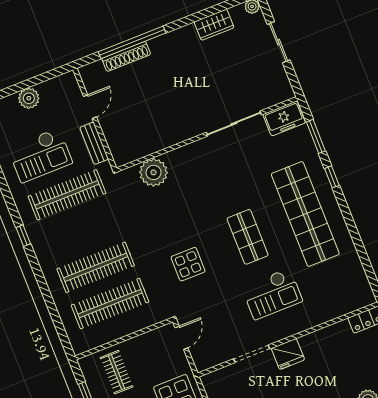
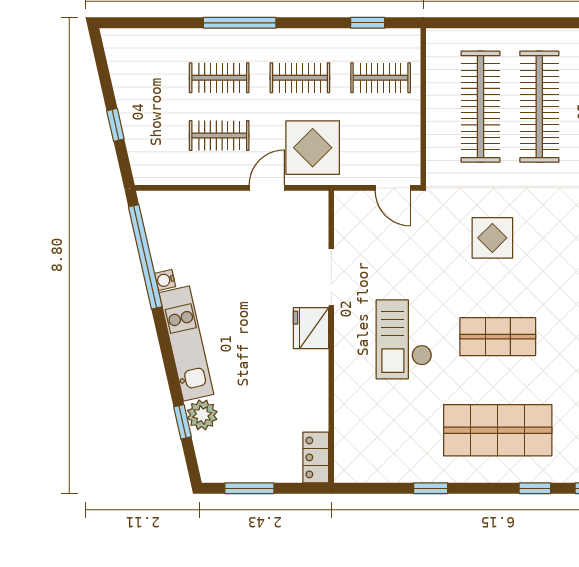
shop shelf: (305, 214) -> (498, 430), width x0.71
window: (357, 241) -> (431, 488), added

